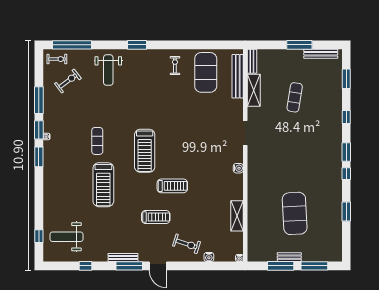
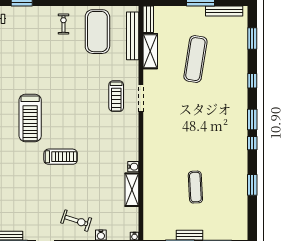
exercise mat: (295, 97) -> (195, 59), width x1.36, depth x1.45
water cooler: (238, 168) -> (133, 167), moved
exercise mat: (295, 213) -> (195, 187), width x0.50, depth x0.69
treadmill: (156, 217) -> (116, 96), moved, turned 90

